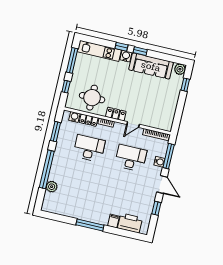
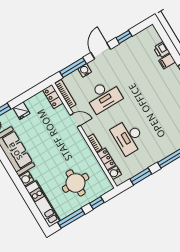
window: (121, 47) -> (22, 190), removed
window: (140, 51) -> (11, 171), removed
fridge: (173, 96) -> (21, 111), added
round table: (92, 98) -> (76, 183), moved
locker: (116, 114) -> (53, 96), moved
desk: (131, 158) -> (104, 96), turned -90
printer: (130, 223) -> (161, 50), width x0.53, depth x0.68

